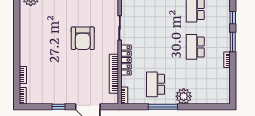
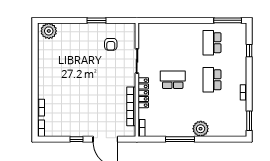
armchair: (83, 38) -> (111, 44), moved, width x0.53, depth x0.53
window: (233, 42) -> (249, 121), moved
school desk: (156, 84) -> (173, 80), moved, turned 90

